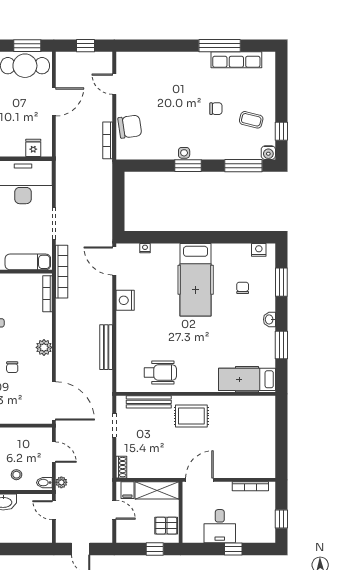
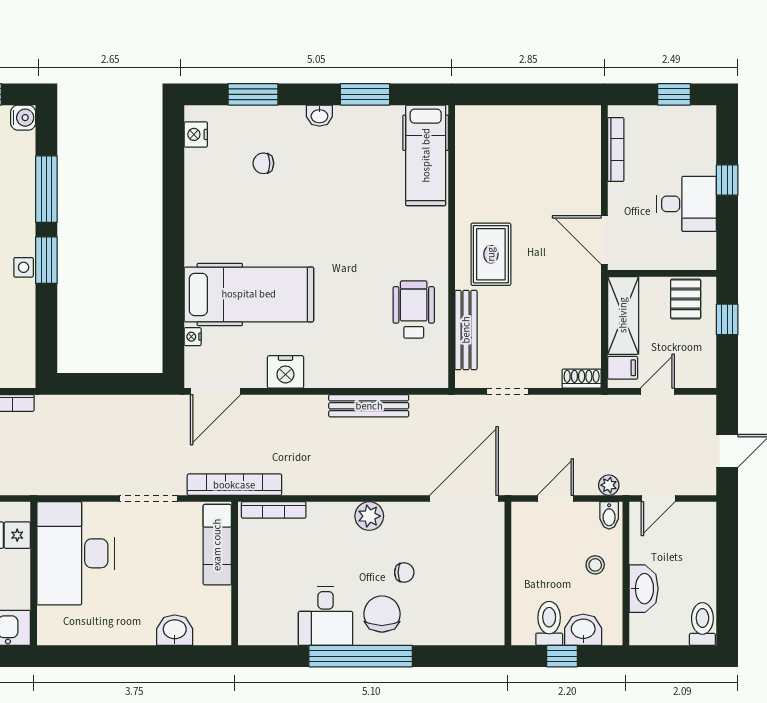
window: (243, 166) -> (46, 189), moved
hospital bed: (196, 280) -> (249, 294), moved

